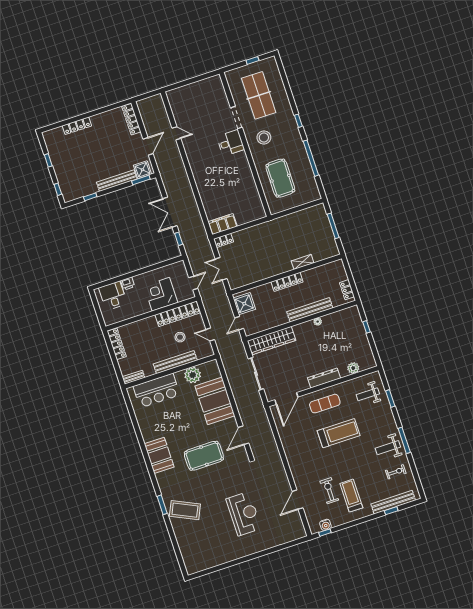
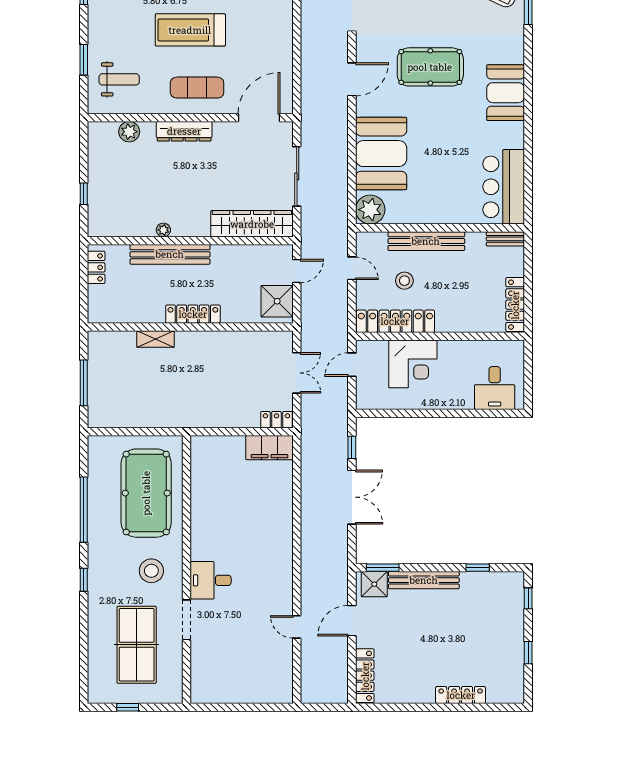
pool table: (280, 178) -> (146, 493), width x1.36, depth x1.32
printer: (128, 284) -> (463, 400), removed
plant: (193, 375) -> (370, 210), moved
bar counter: (157, 391) -> (504, 187), moved, turned -90

